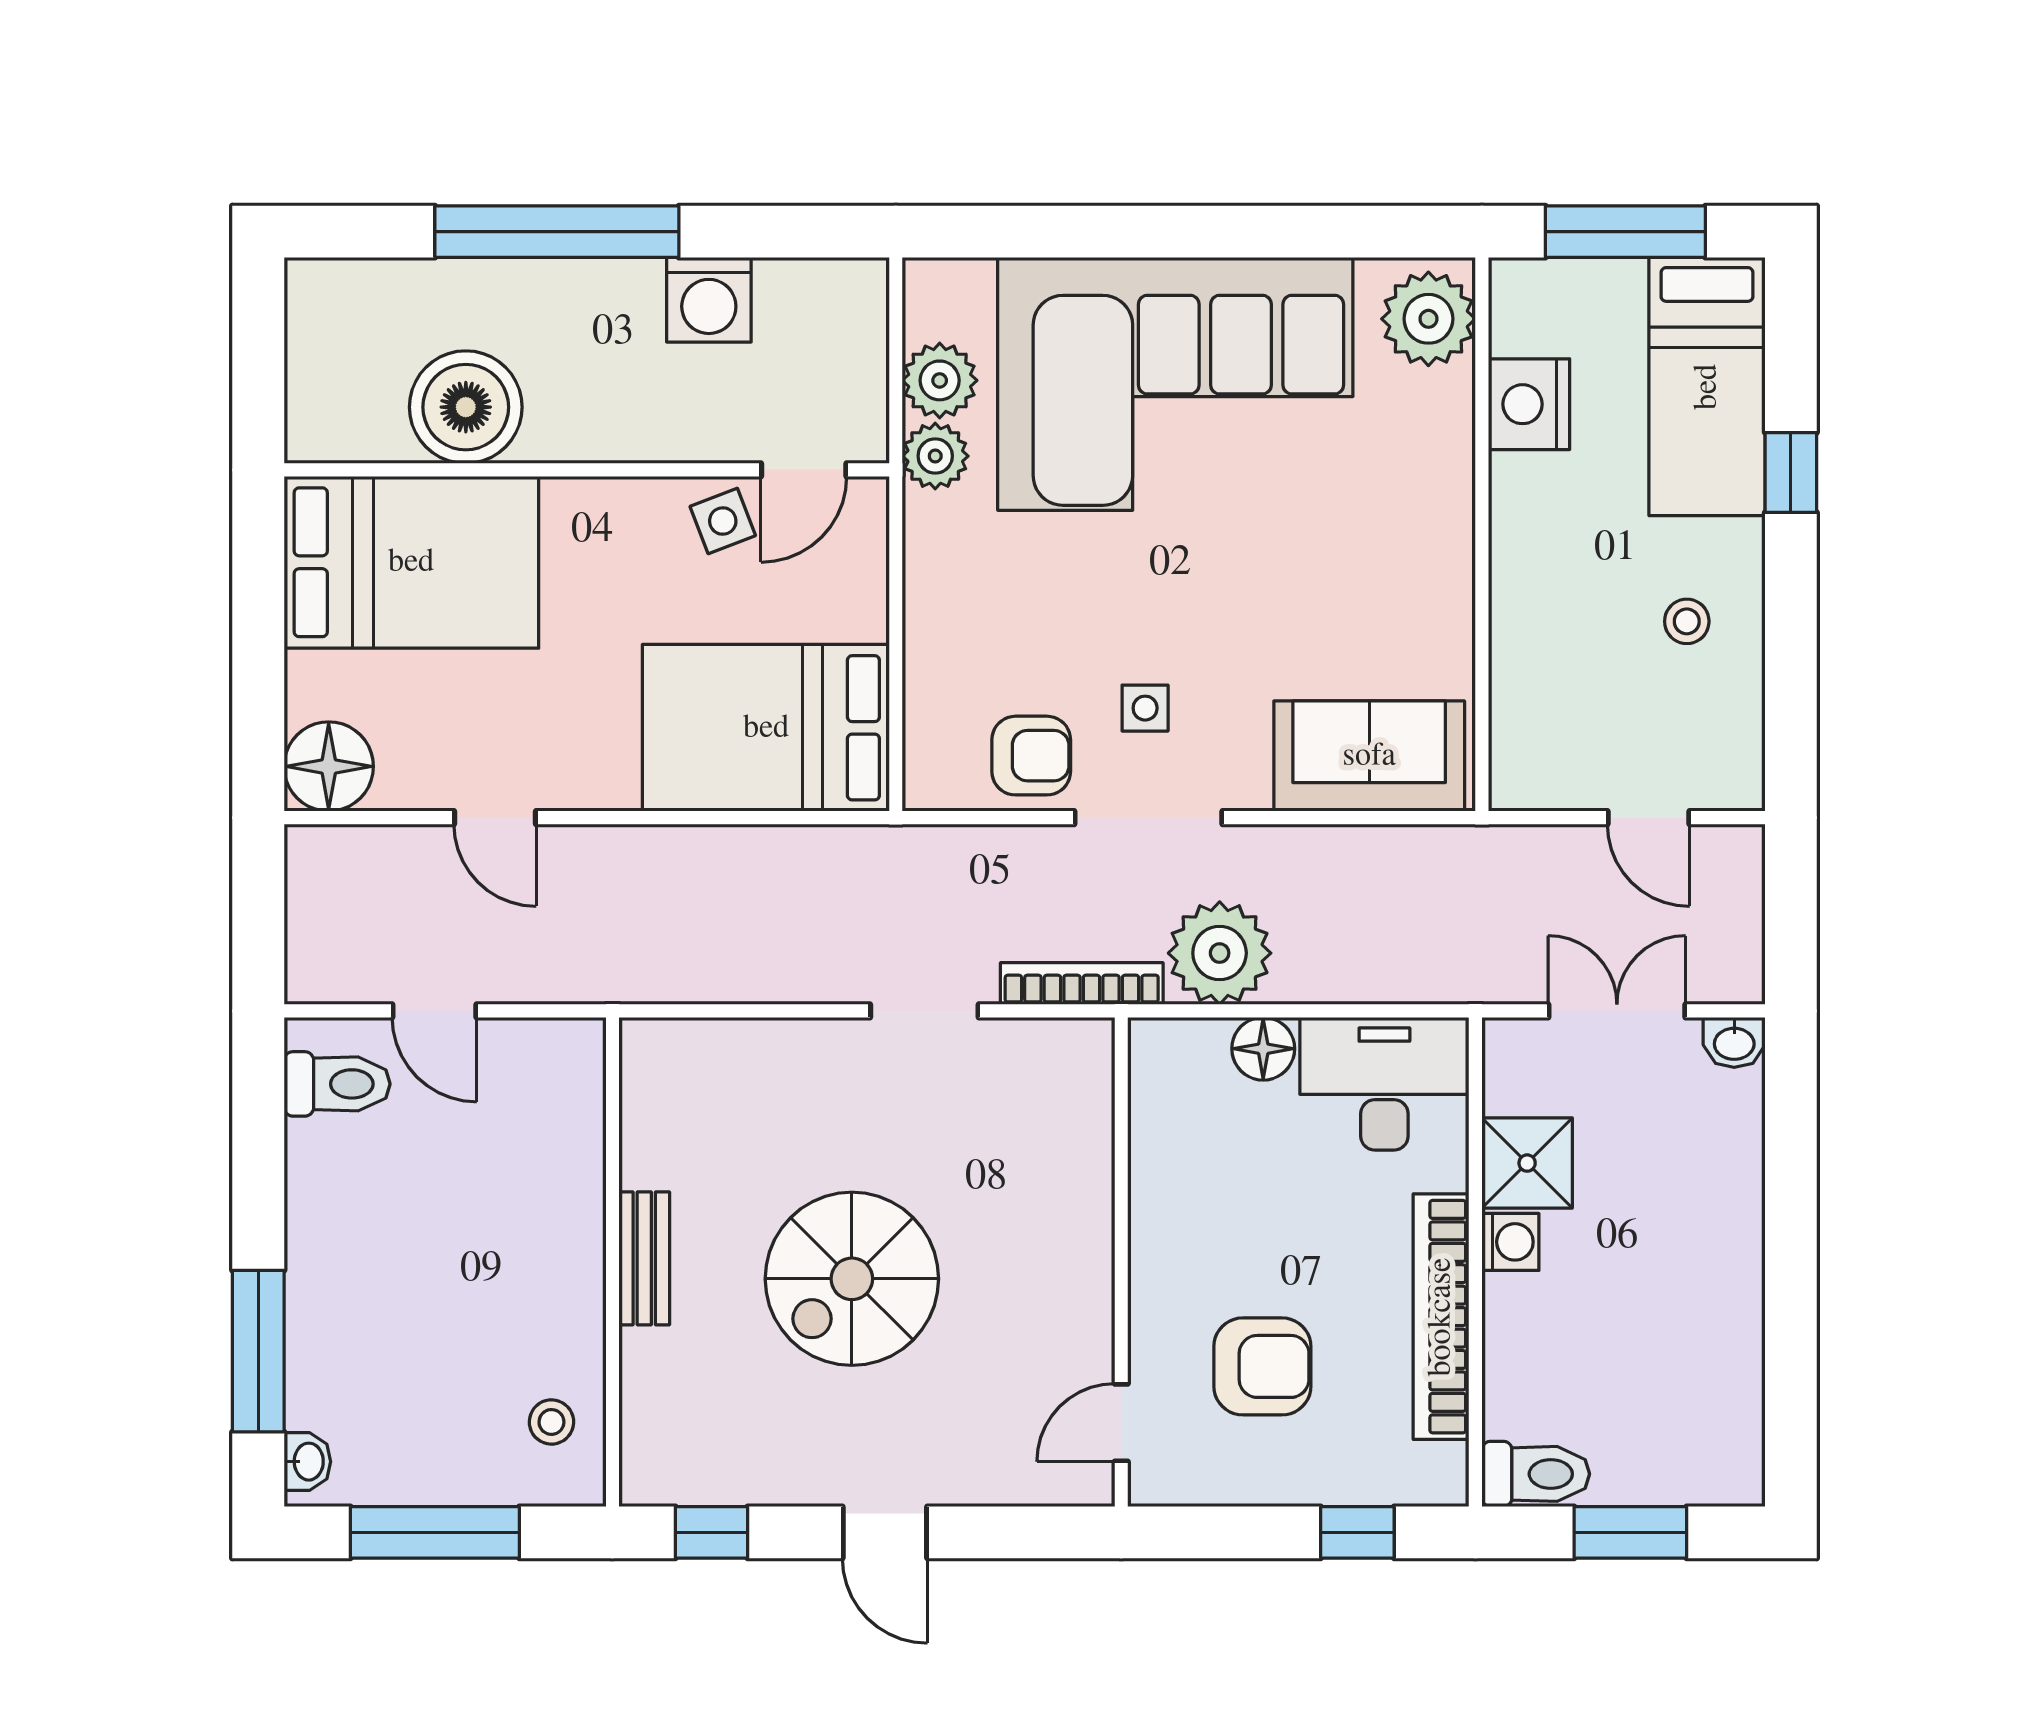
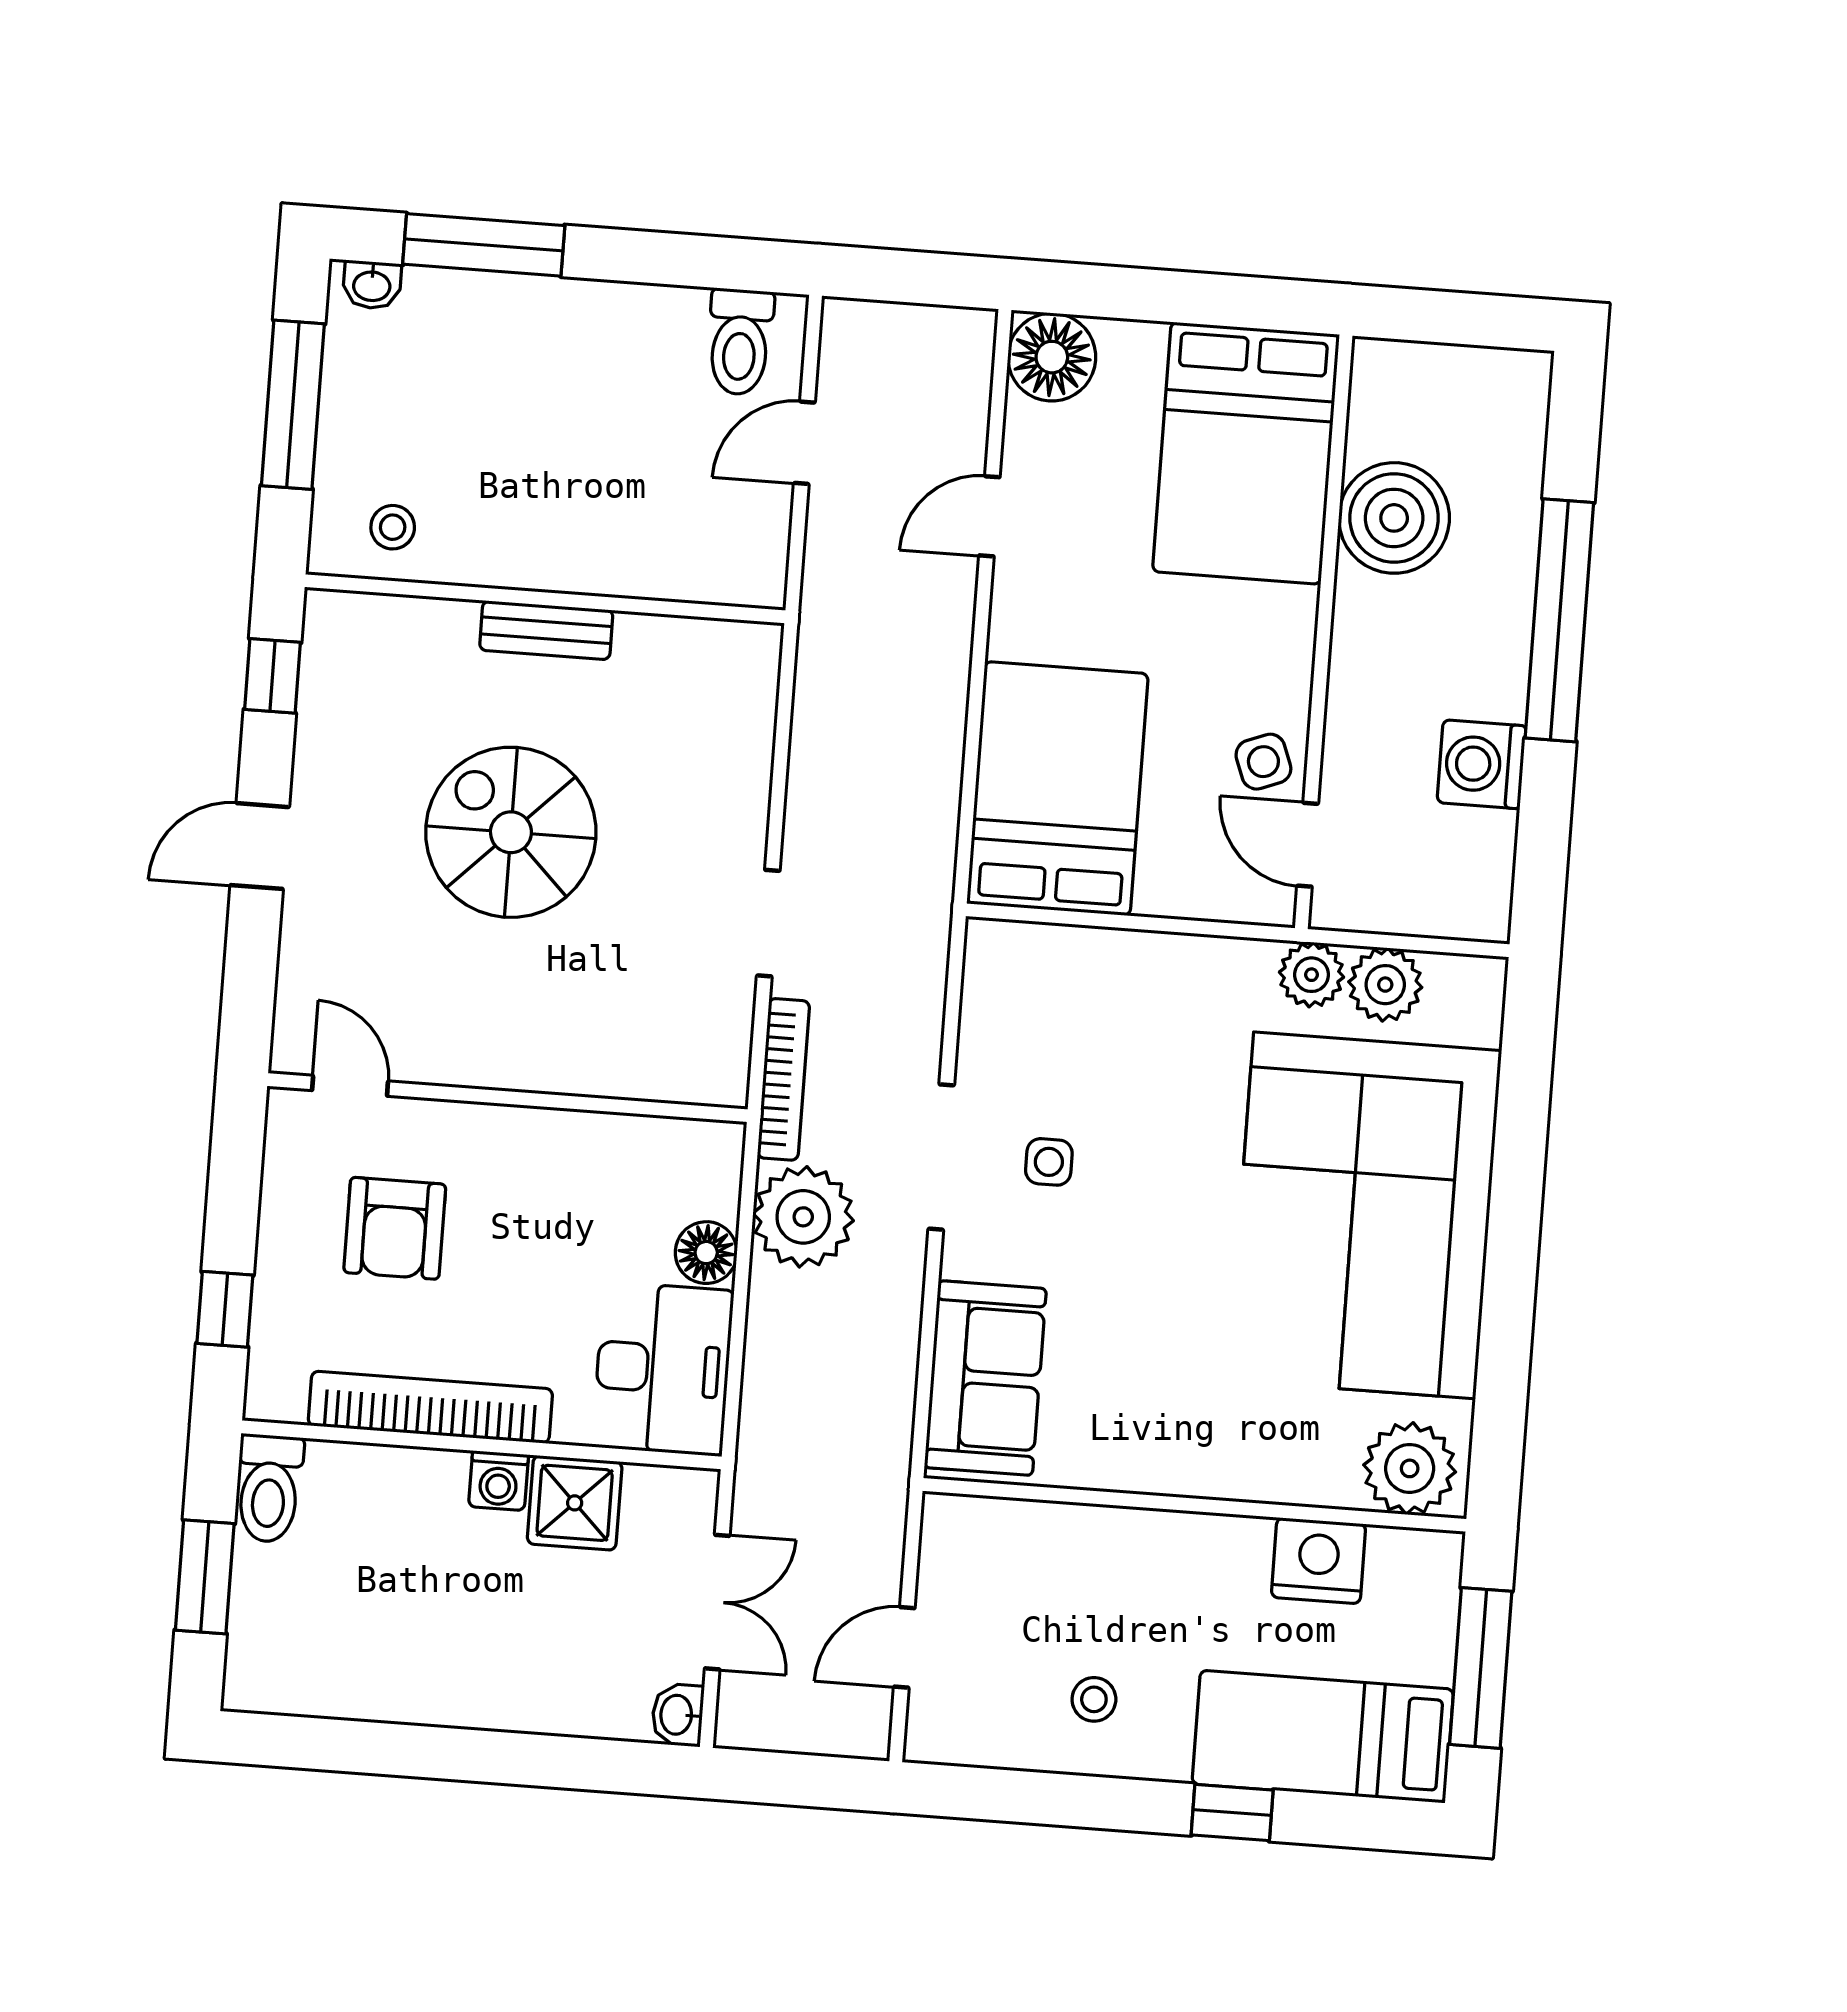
armchair: (1031, 756) -> (1011, 1047), removed

